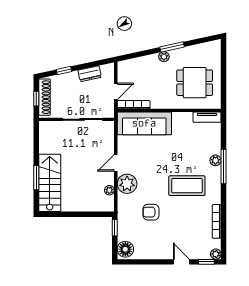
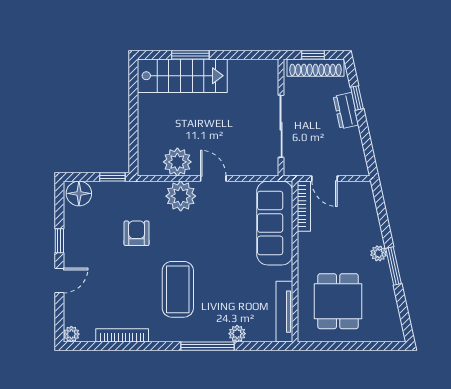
dresser: (90, 74) -> (346, 111), moved
tv unit: (207, 117) -> (284, 312), width x1.41
plant: (215, 160) -> (237, 334), moved
plant: (109, 190) -> (177, 162), width x1.87, depth x1.87
window: (206, 262) -> (59, 241), moved

